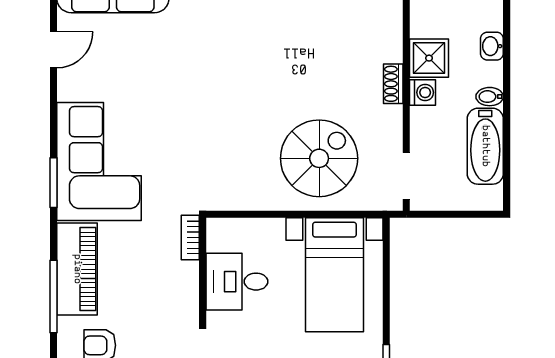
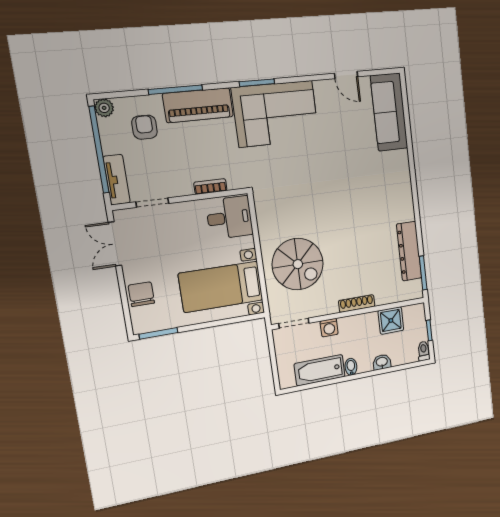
shower: (429, 58) -> (391, 320), moved
shoe rack: (393, 84) -> (357, 304), width x1.43
washing machine: (423, 92) -> (329, 328), moved
bookcase: (190, 237) -> (210, 186), moved
desk: (237, 282) -> (229, 218), moved, turned 90

